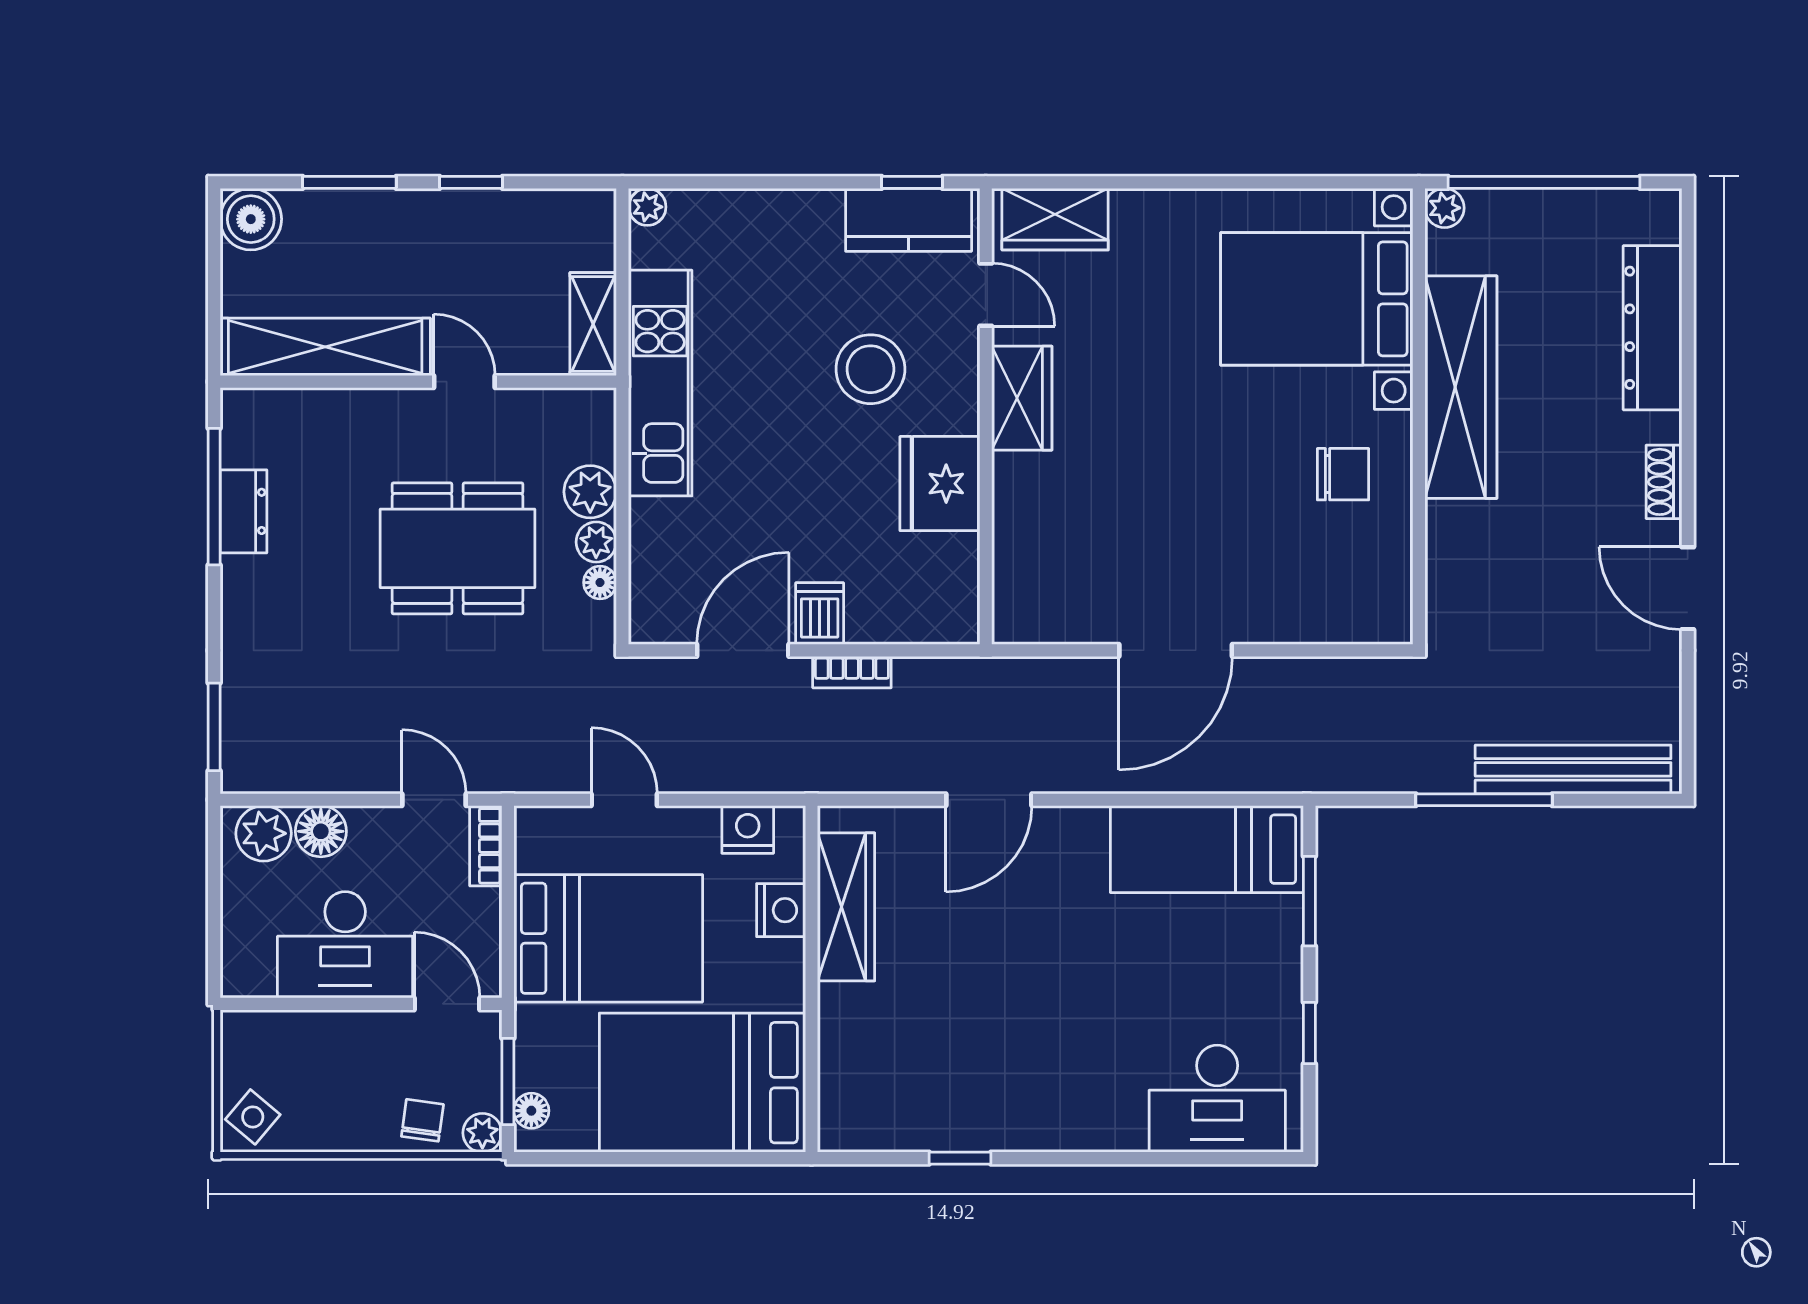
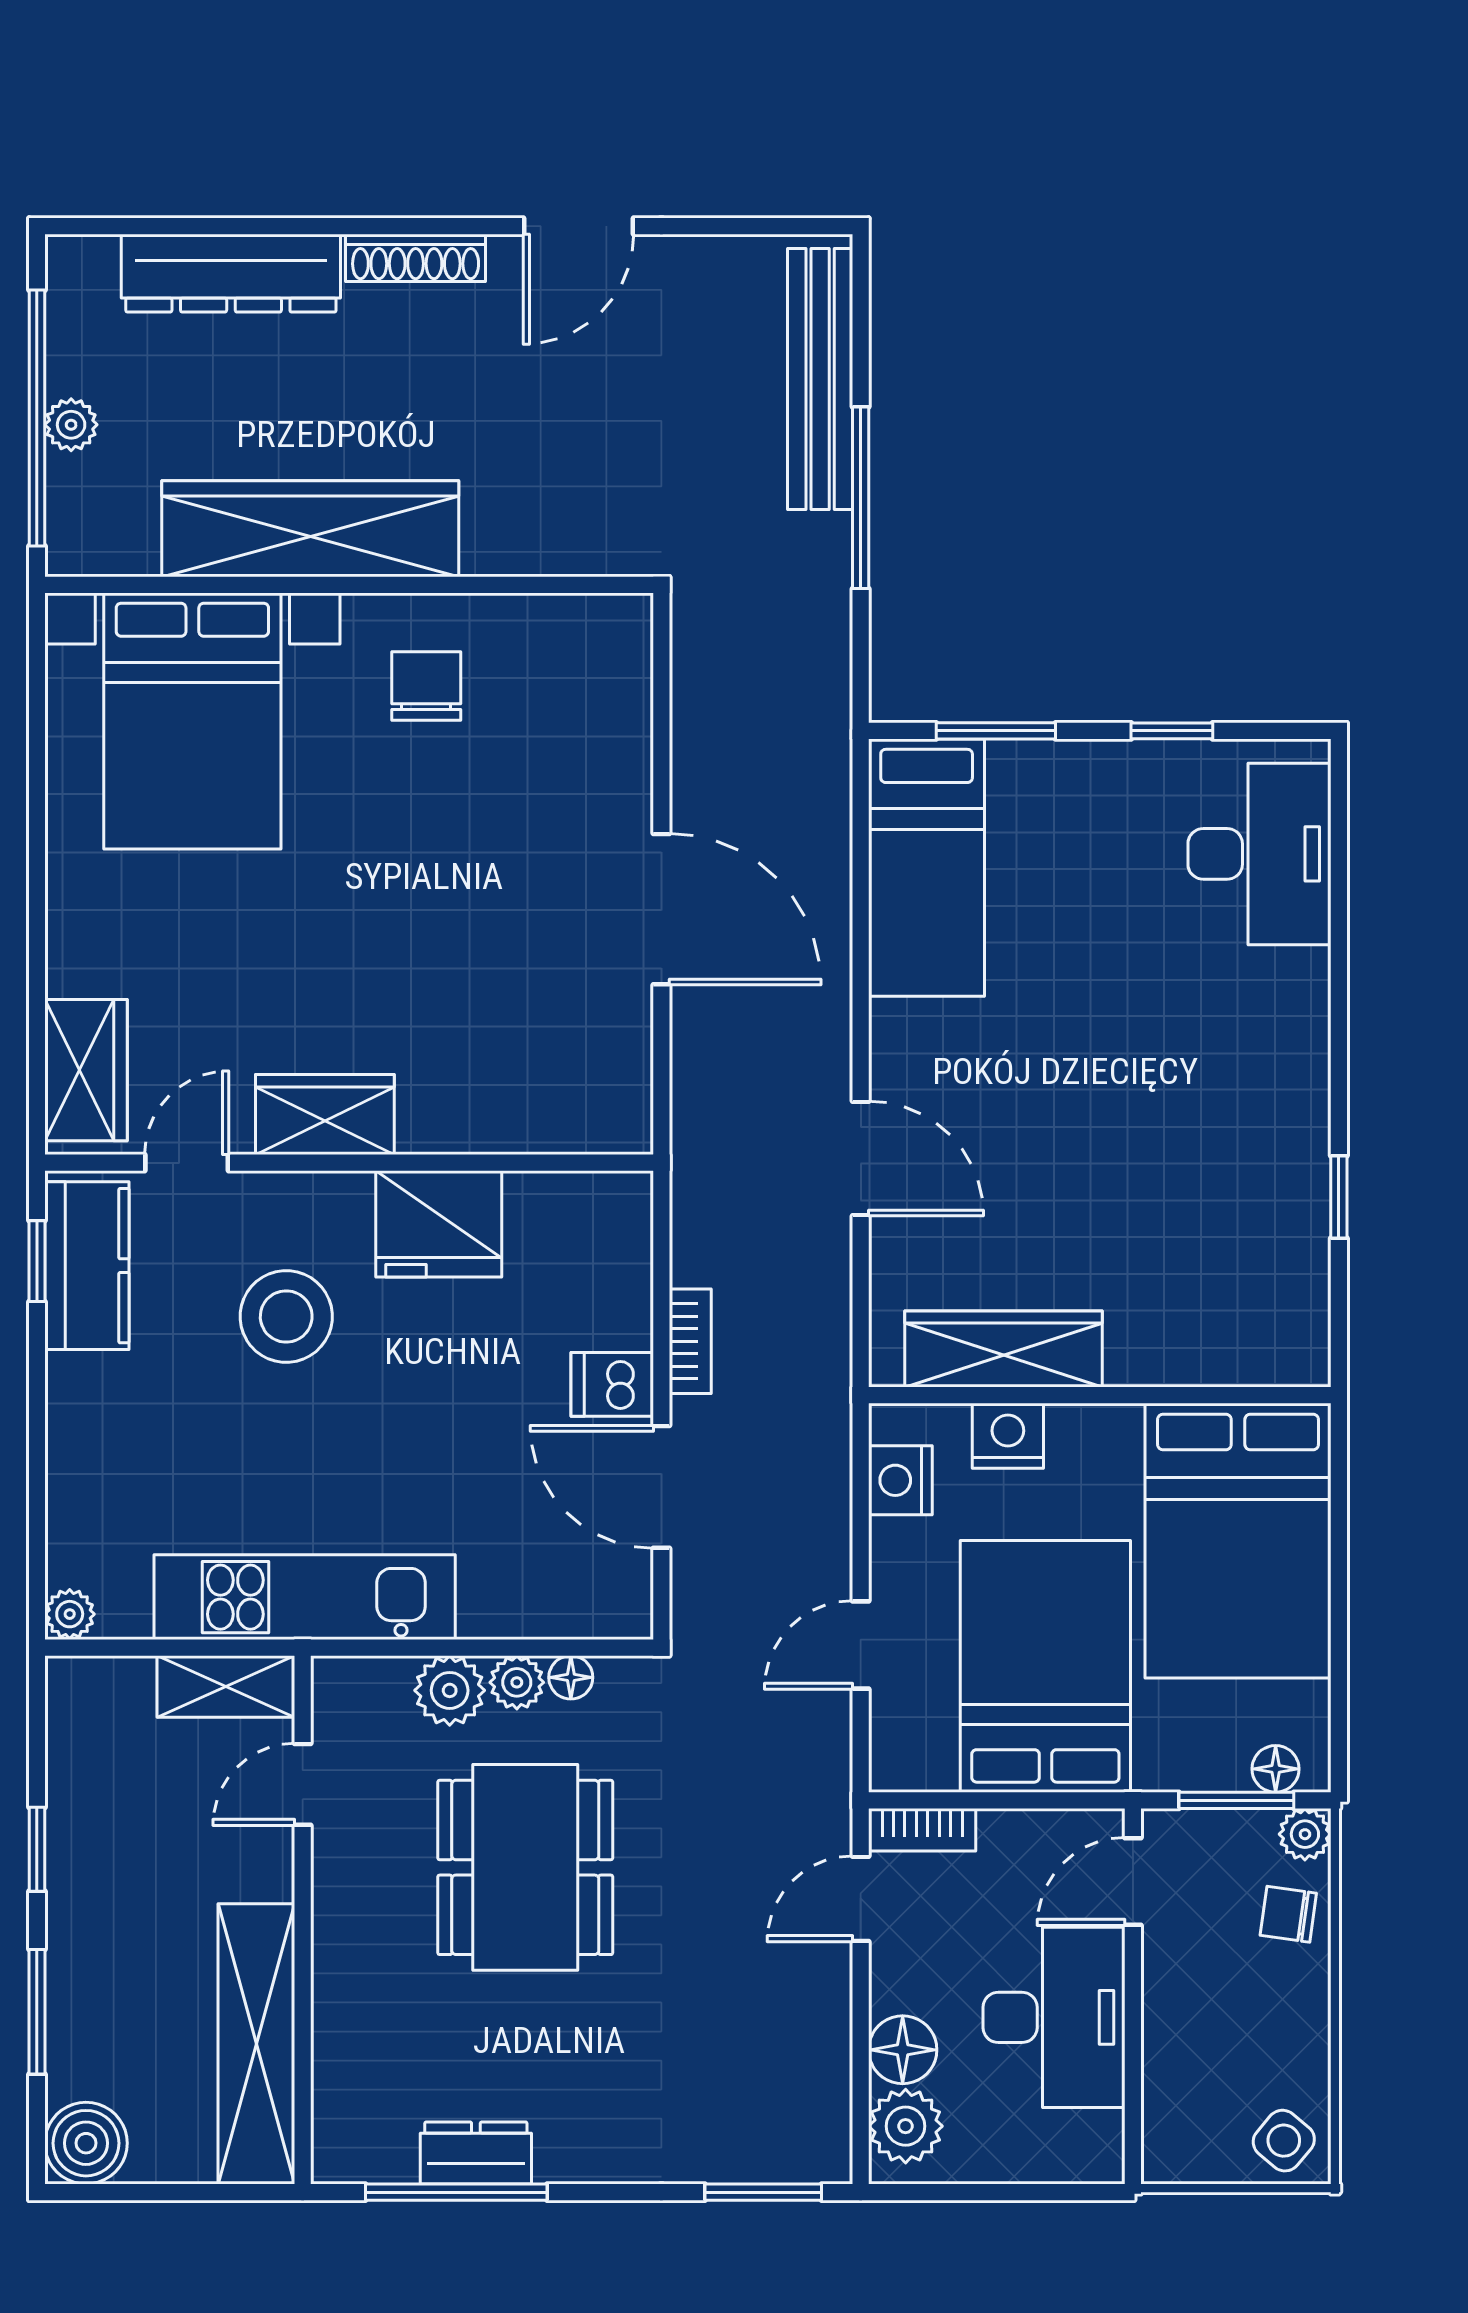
plant: (1444, 208) -> (71, 425), moved
door: (464, 382) -> (303, 1784), moved
shoe rack: (1664, 482) -> (416, 258), width x1.43

